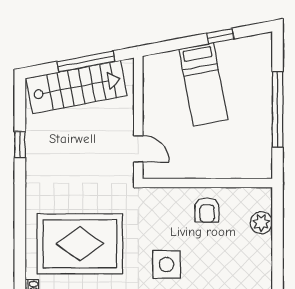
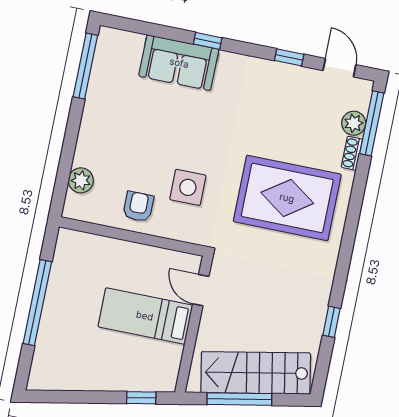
window: (220, 36) -> (141, 398), moved
bed: (203, 84) -> (145, 316), moved, turned -79
side table: (167, 265) -> (188, 187), moved

